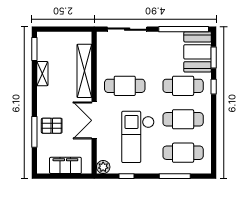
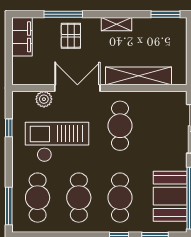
booth: (198, 52) -> (170, 196), moved, turned 90
shelving: (42, 74) -> (117, 24), moved
filing cabinet: (65, 165) -> (22, 37), moved
plant: (103, 167) -> (44, 99), moved
window: (175, 176) -> (9, 206), moved

